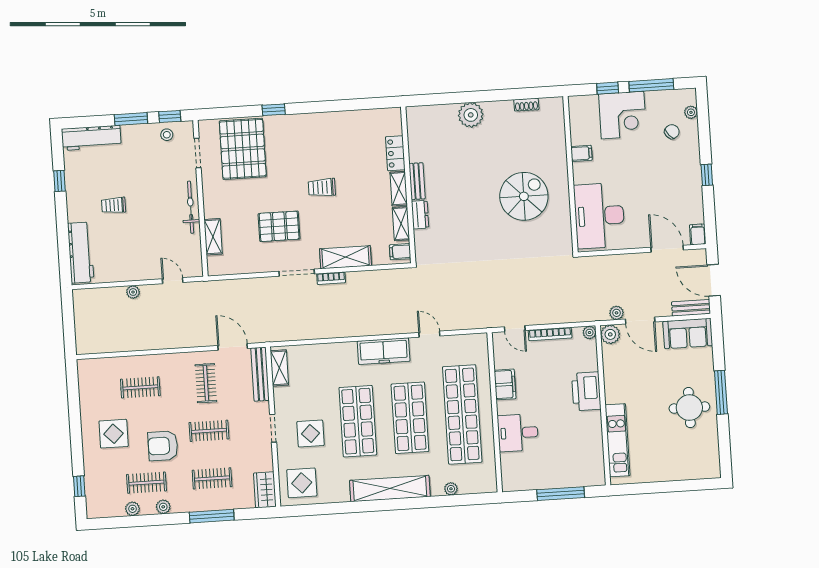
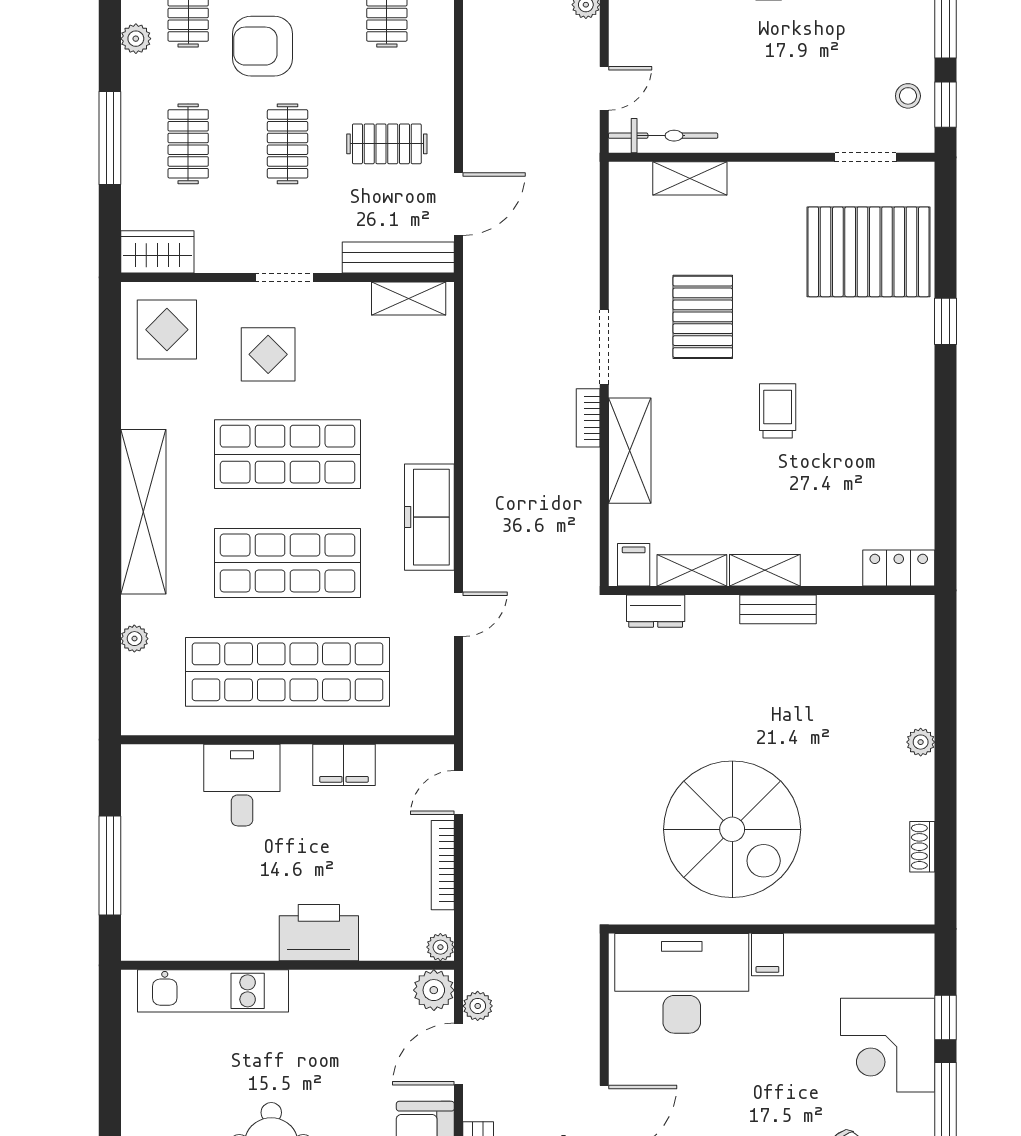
plant: (471, 115) -> (921, 742), width x0.53, depth x0.53
locker: (395, 153) -> (899, 568), moved
filing cabinet: (581, 153) -> (767, 955), moved
spiral stairs: (524, 196) -> (732, 829), width x1.37, depth x1.37
bicycle: (191, 207) -> (663, 136), moved
dresser: (420, 215) -> (656, 611), moved
armchair: (163, 446) -> (263, 46), turned -90

